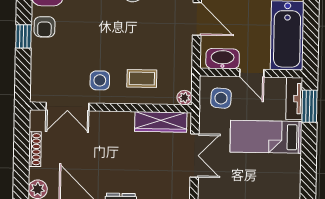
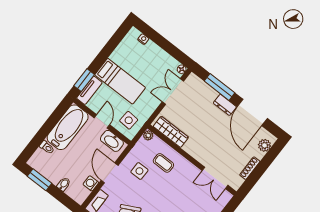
side table: (100, 80) -> (139, 171), moved
double door: (67, 107) -> (215, 178), swing flipped
double door: (195, 155) -> (173, 92), moved

